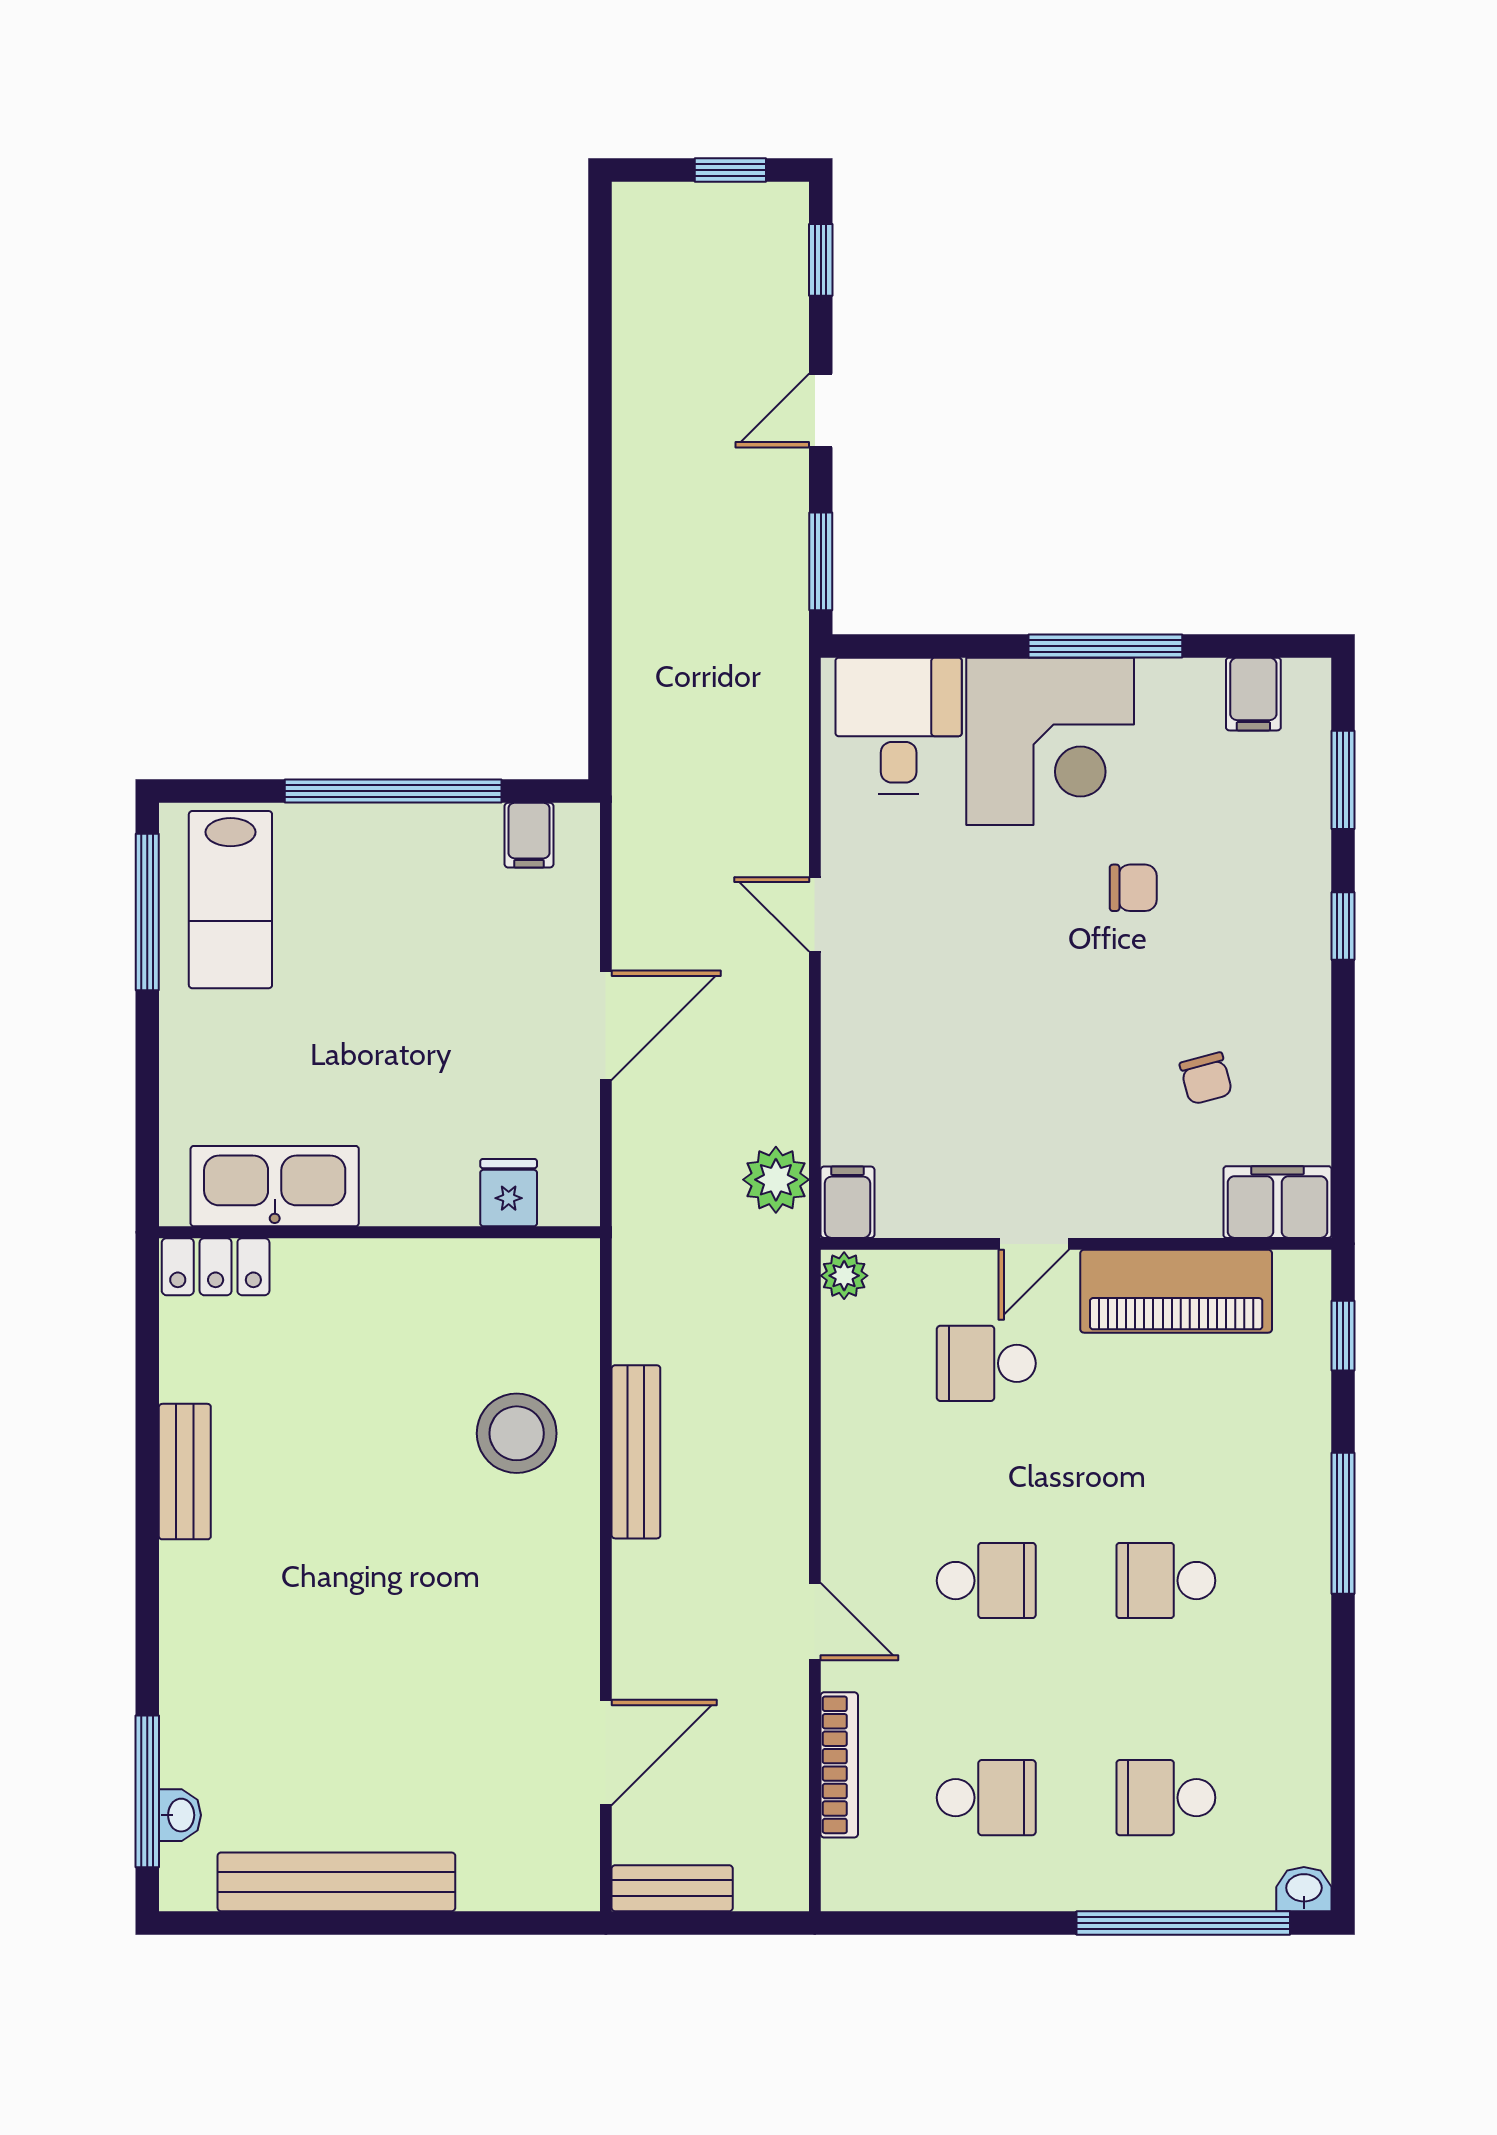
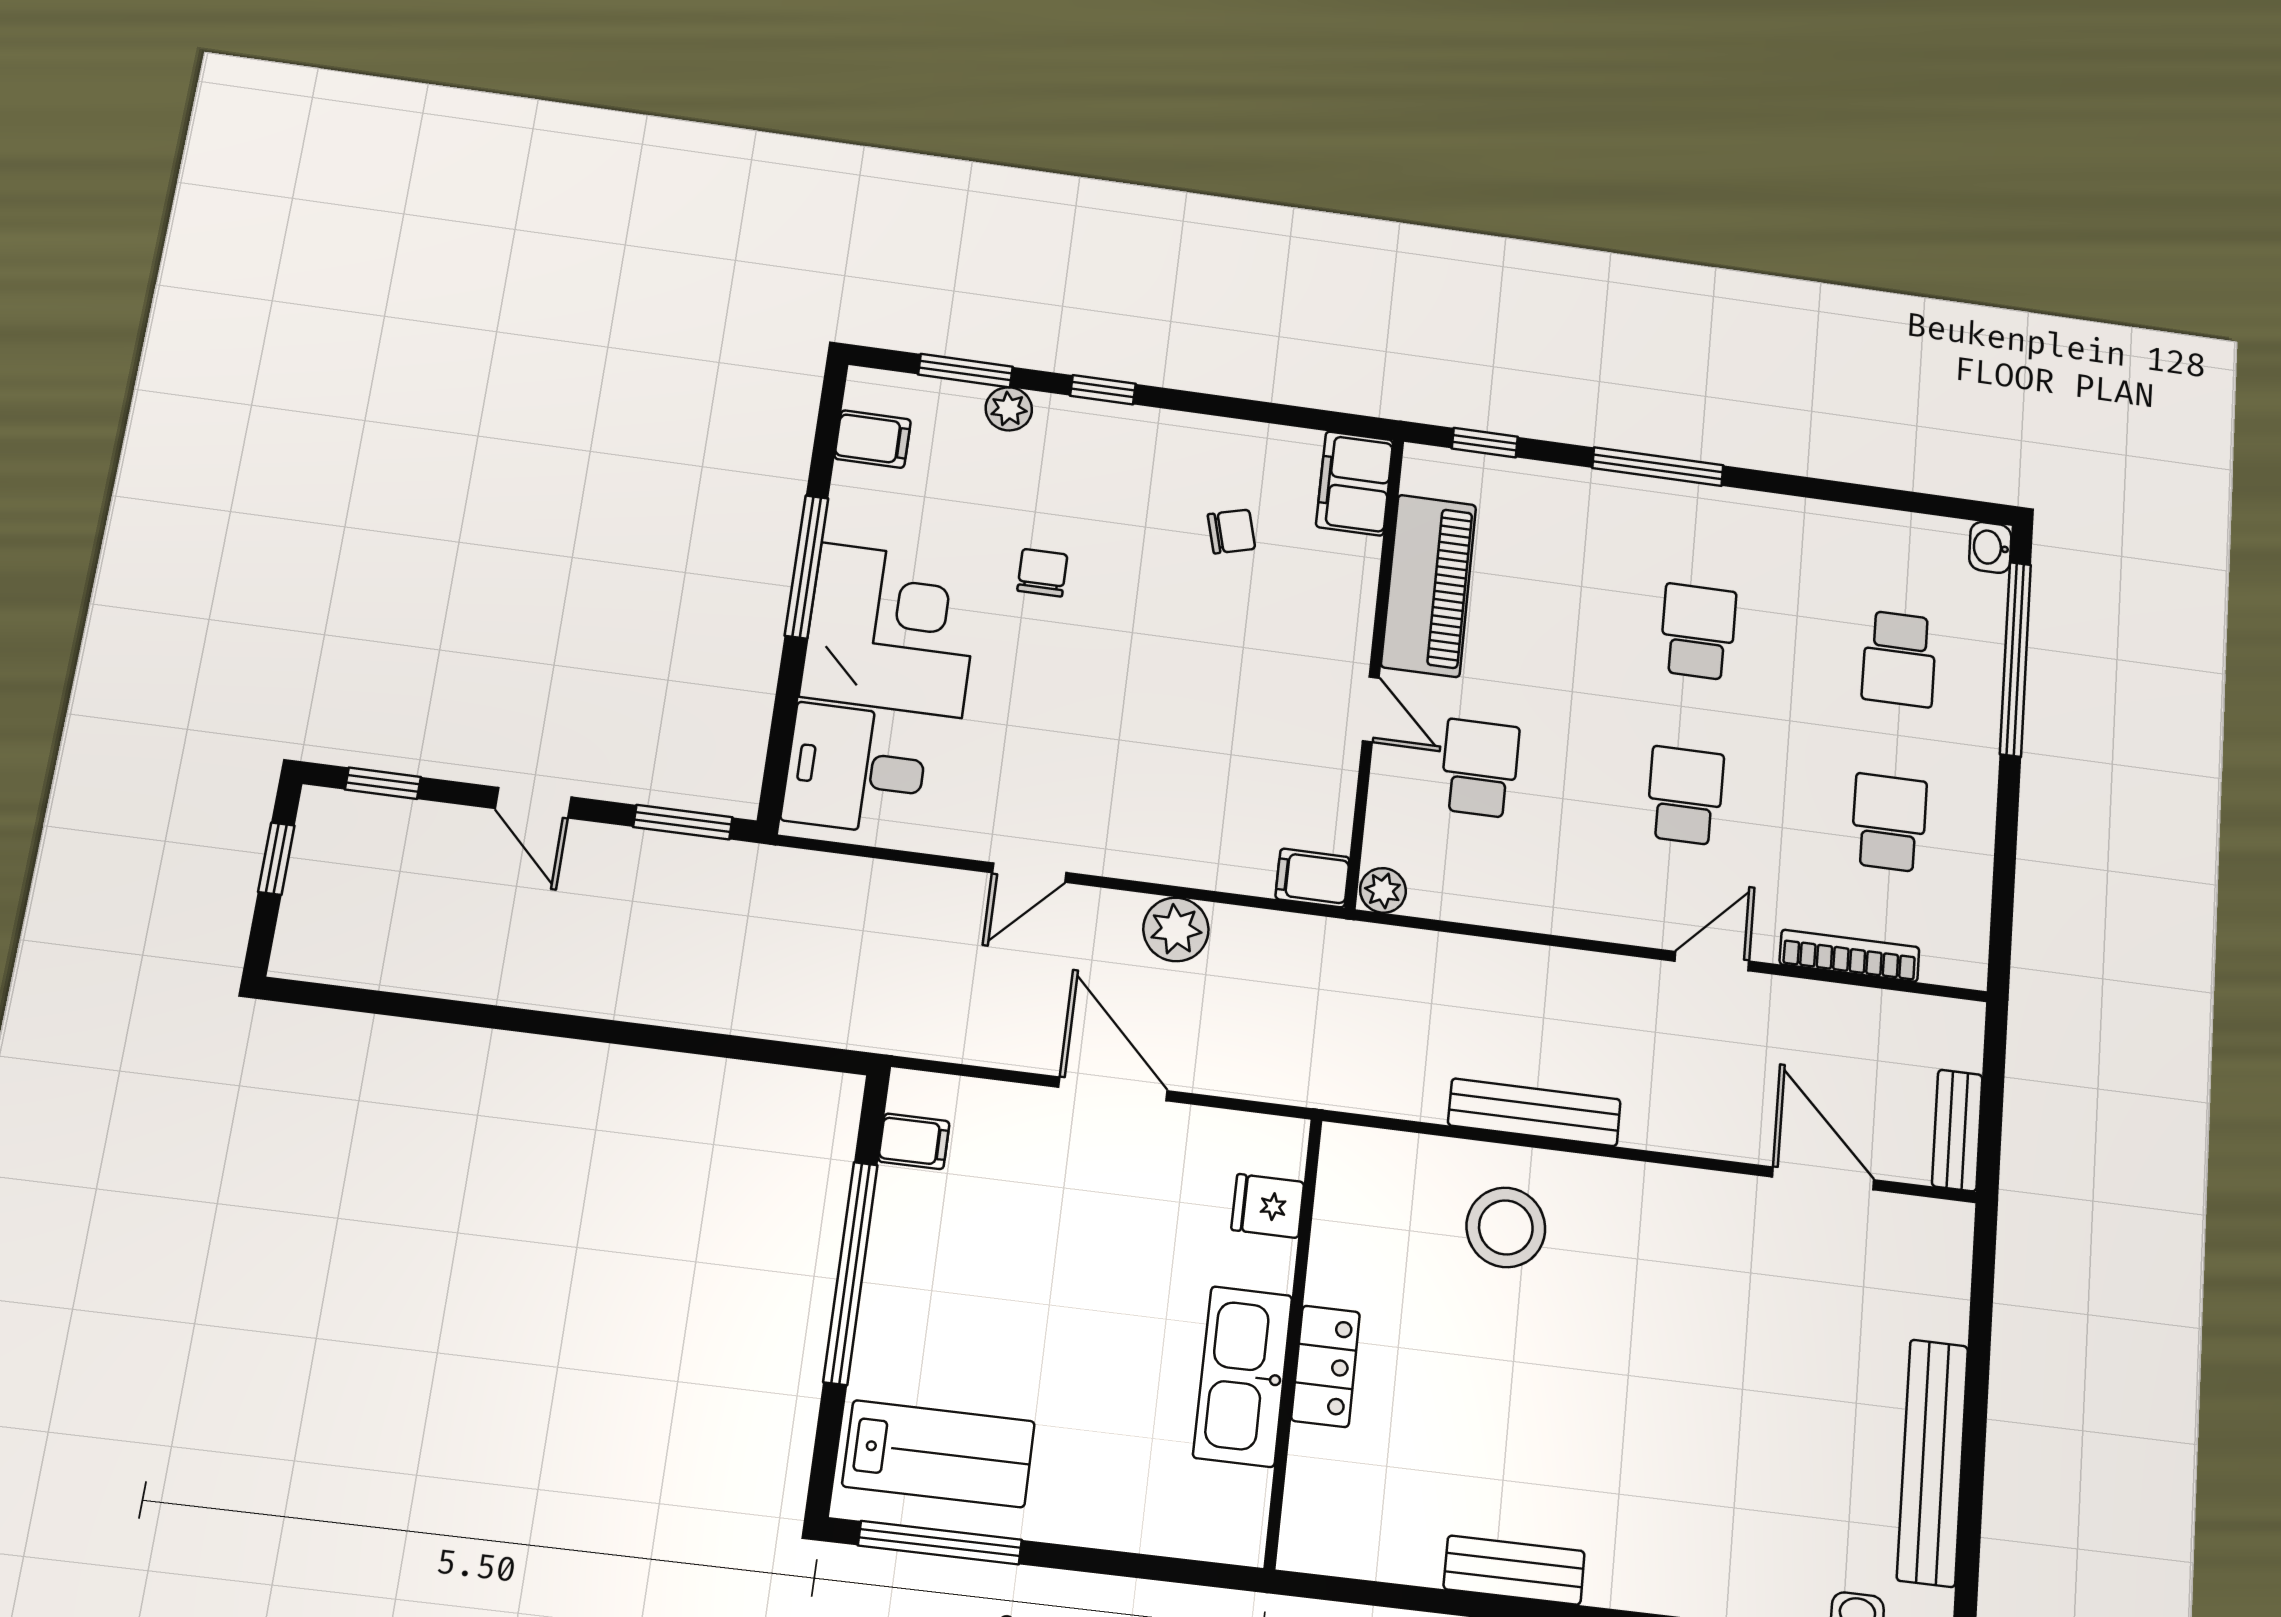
plant: (1307, 830) -> (1009, 409), added
plant: (776, 1180) -> (1176, 929), moved
kitchen sink: (275, 1186) -> (1243, 1376), moved
locker: (216, 1267) -> (1326, 1366), moved
school desk: (986, 1363) -> (1480, 768), turned 180
school desk: (1166, 1581) -> (1698, 632), turned 180

